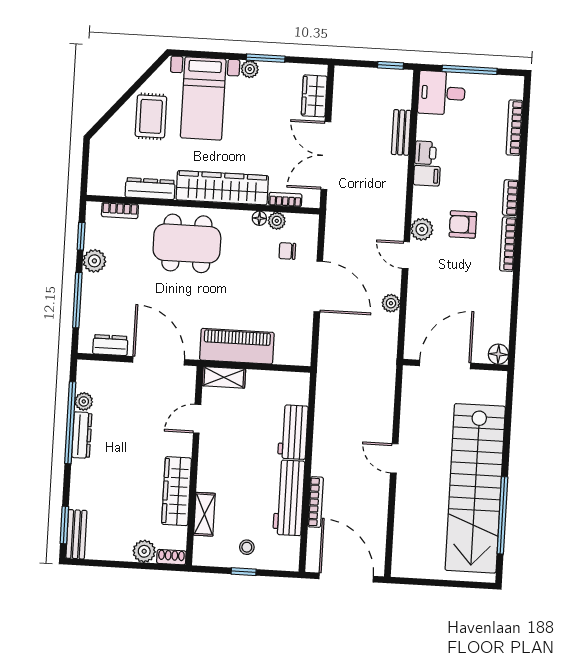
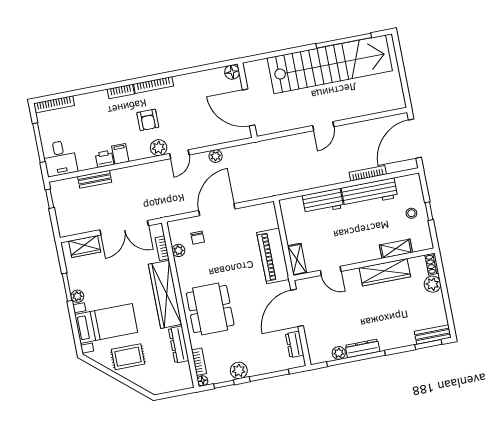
bookcase: (515, 128) -> (54, 104), moved
floor lamp: (259, 218) -> (203, 381), moved

